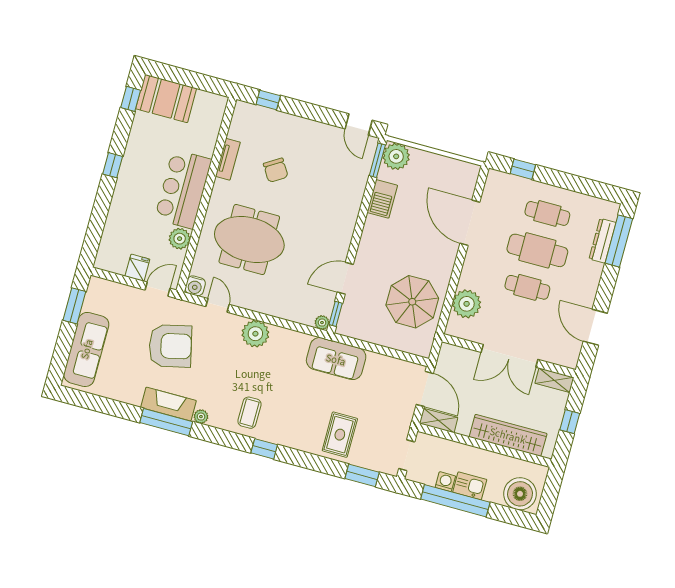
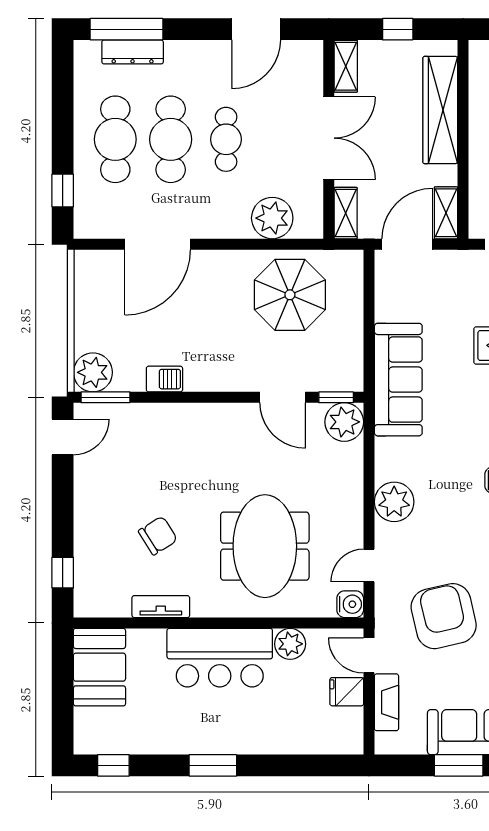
booth: (166, 99) -> (99, 667), moved
window: (113, 165) -> (213, 765), width x1.50
barbecue: (382, 199) -> (164, 379), width x0.73, depth x0.79
cafe table: (547, 213) -> (115, 139), width x1.37, depth x1.35
fireplace: (123, 292) -> (386, 702), added
window: (74, 306) -> (459, 765), moved
plant: (322, 323) -> (344, 422), width x1.88, depth x1.88
shelving: (457, 354) -> (346, 213), added
sofa: (336, 359) -> (398, 380), width x1.36

